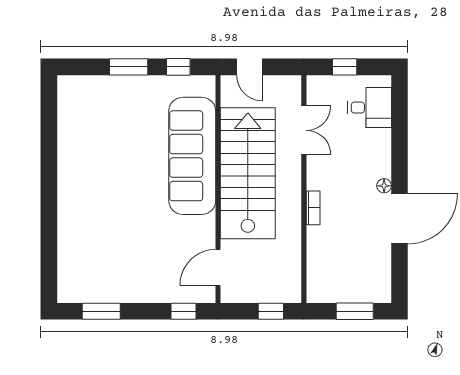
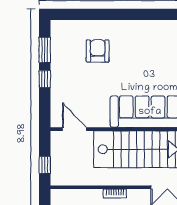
armchair: (103, 233) -> (98, 51), added
window: (184, 311) -> (45, 79), moved

